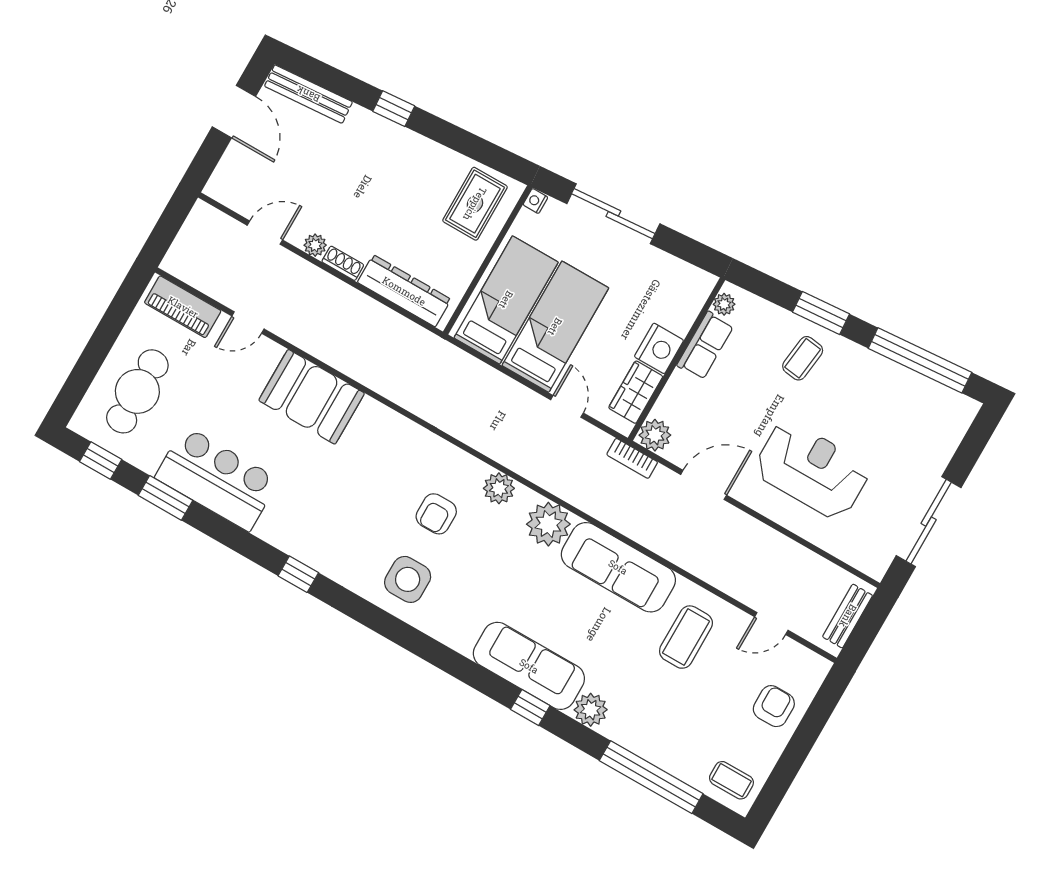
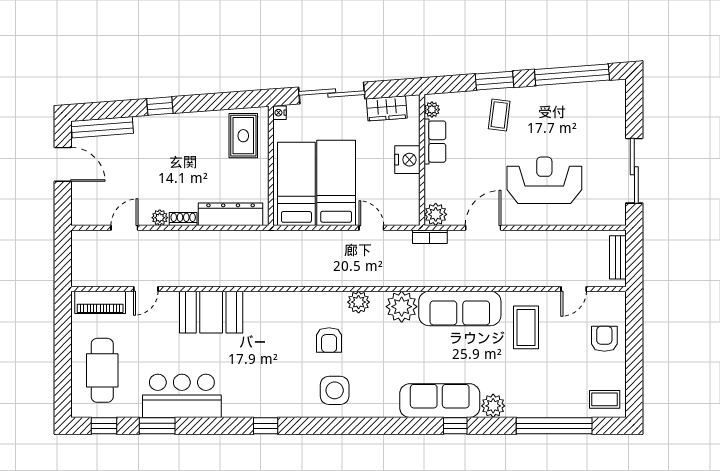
wardrobe: (636, 392) -> (387, 108), moved, turned -94

